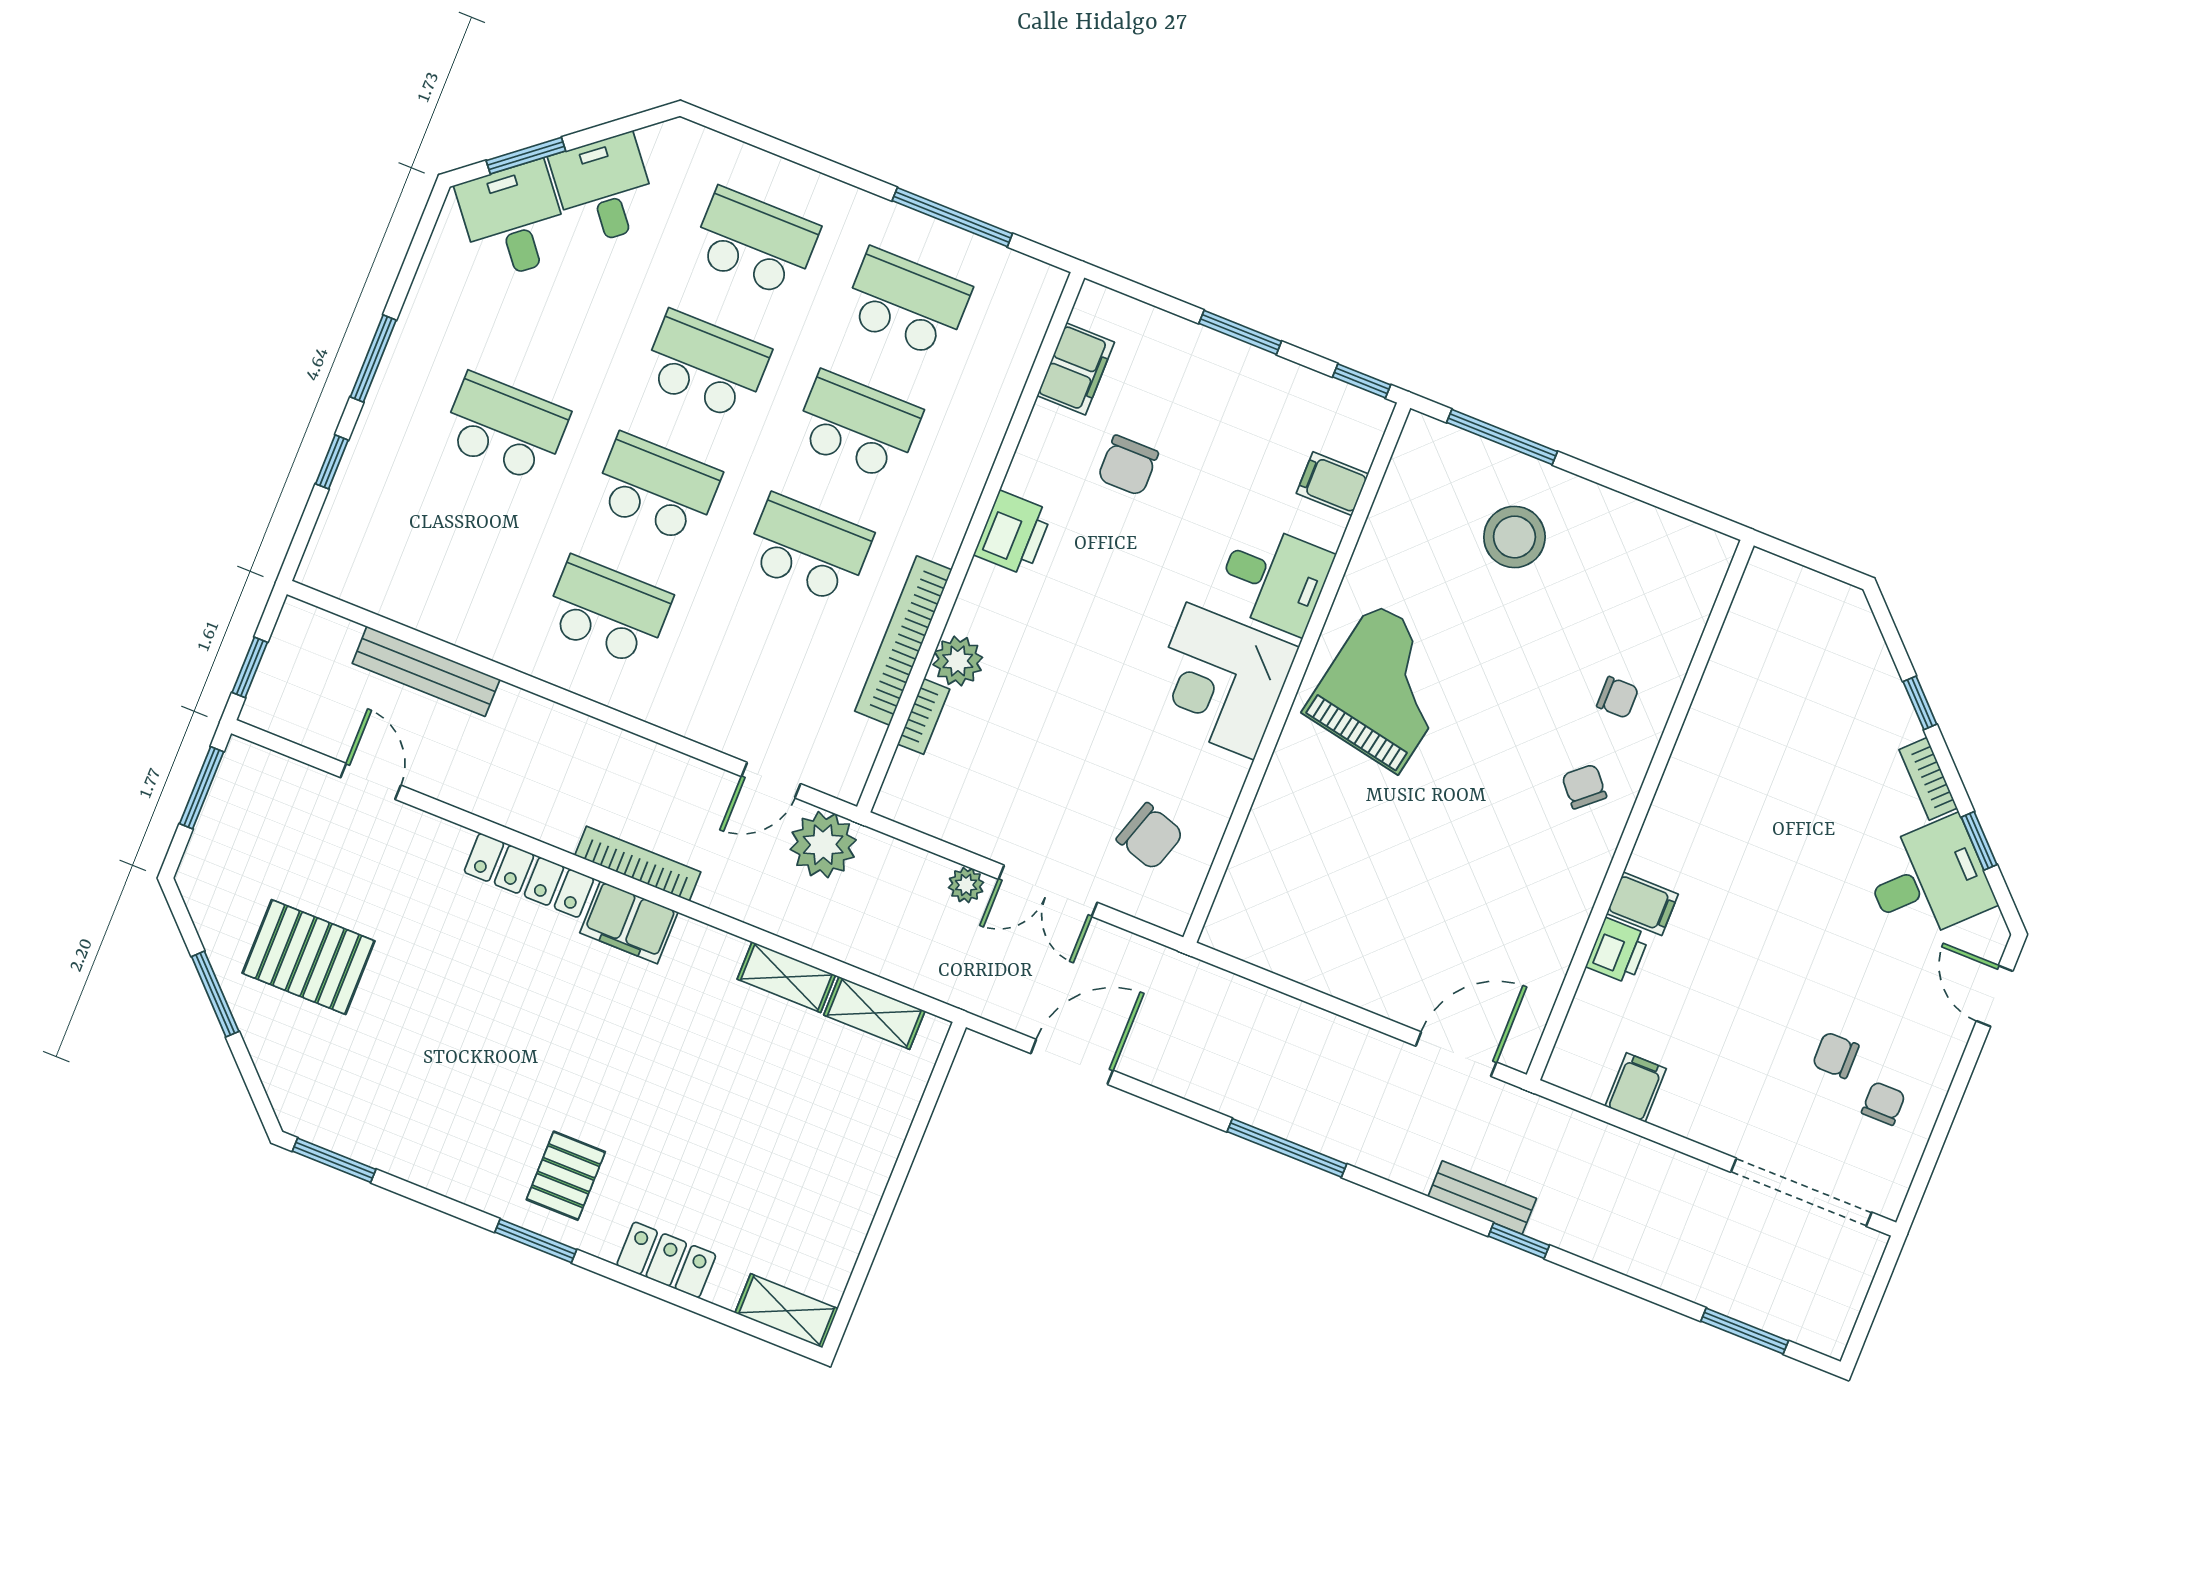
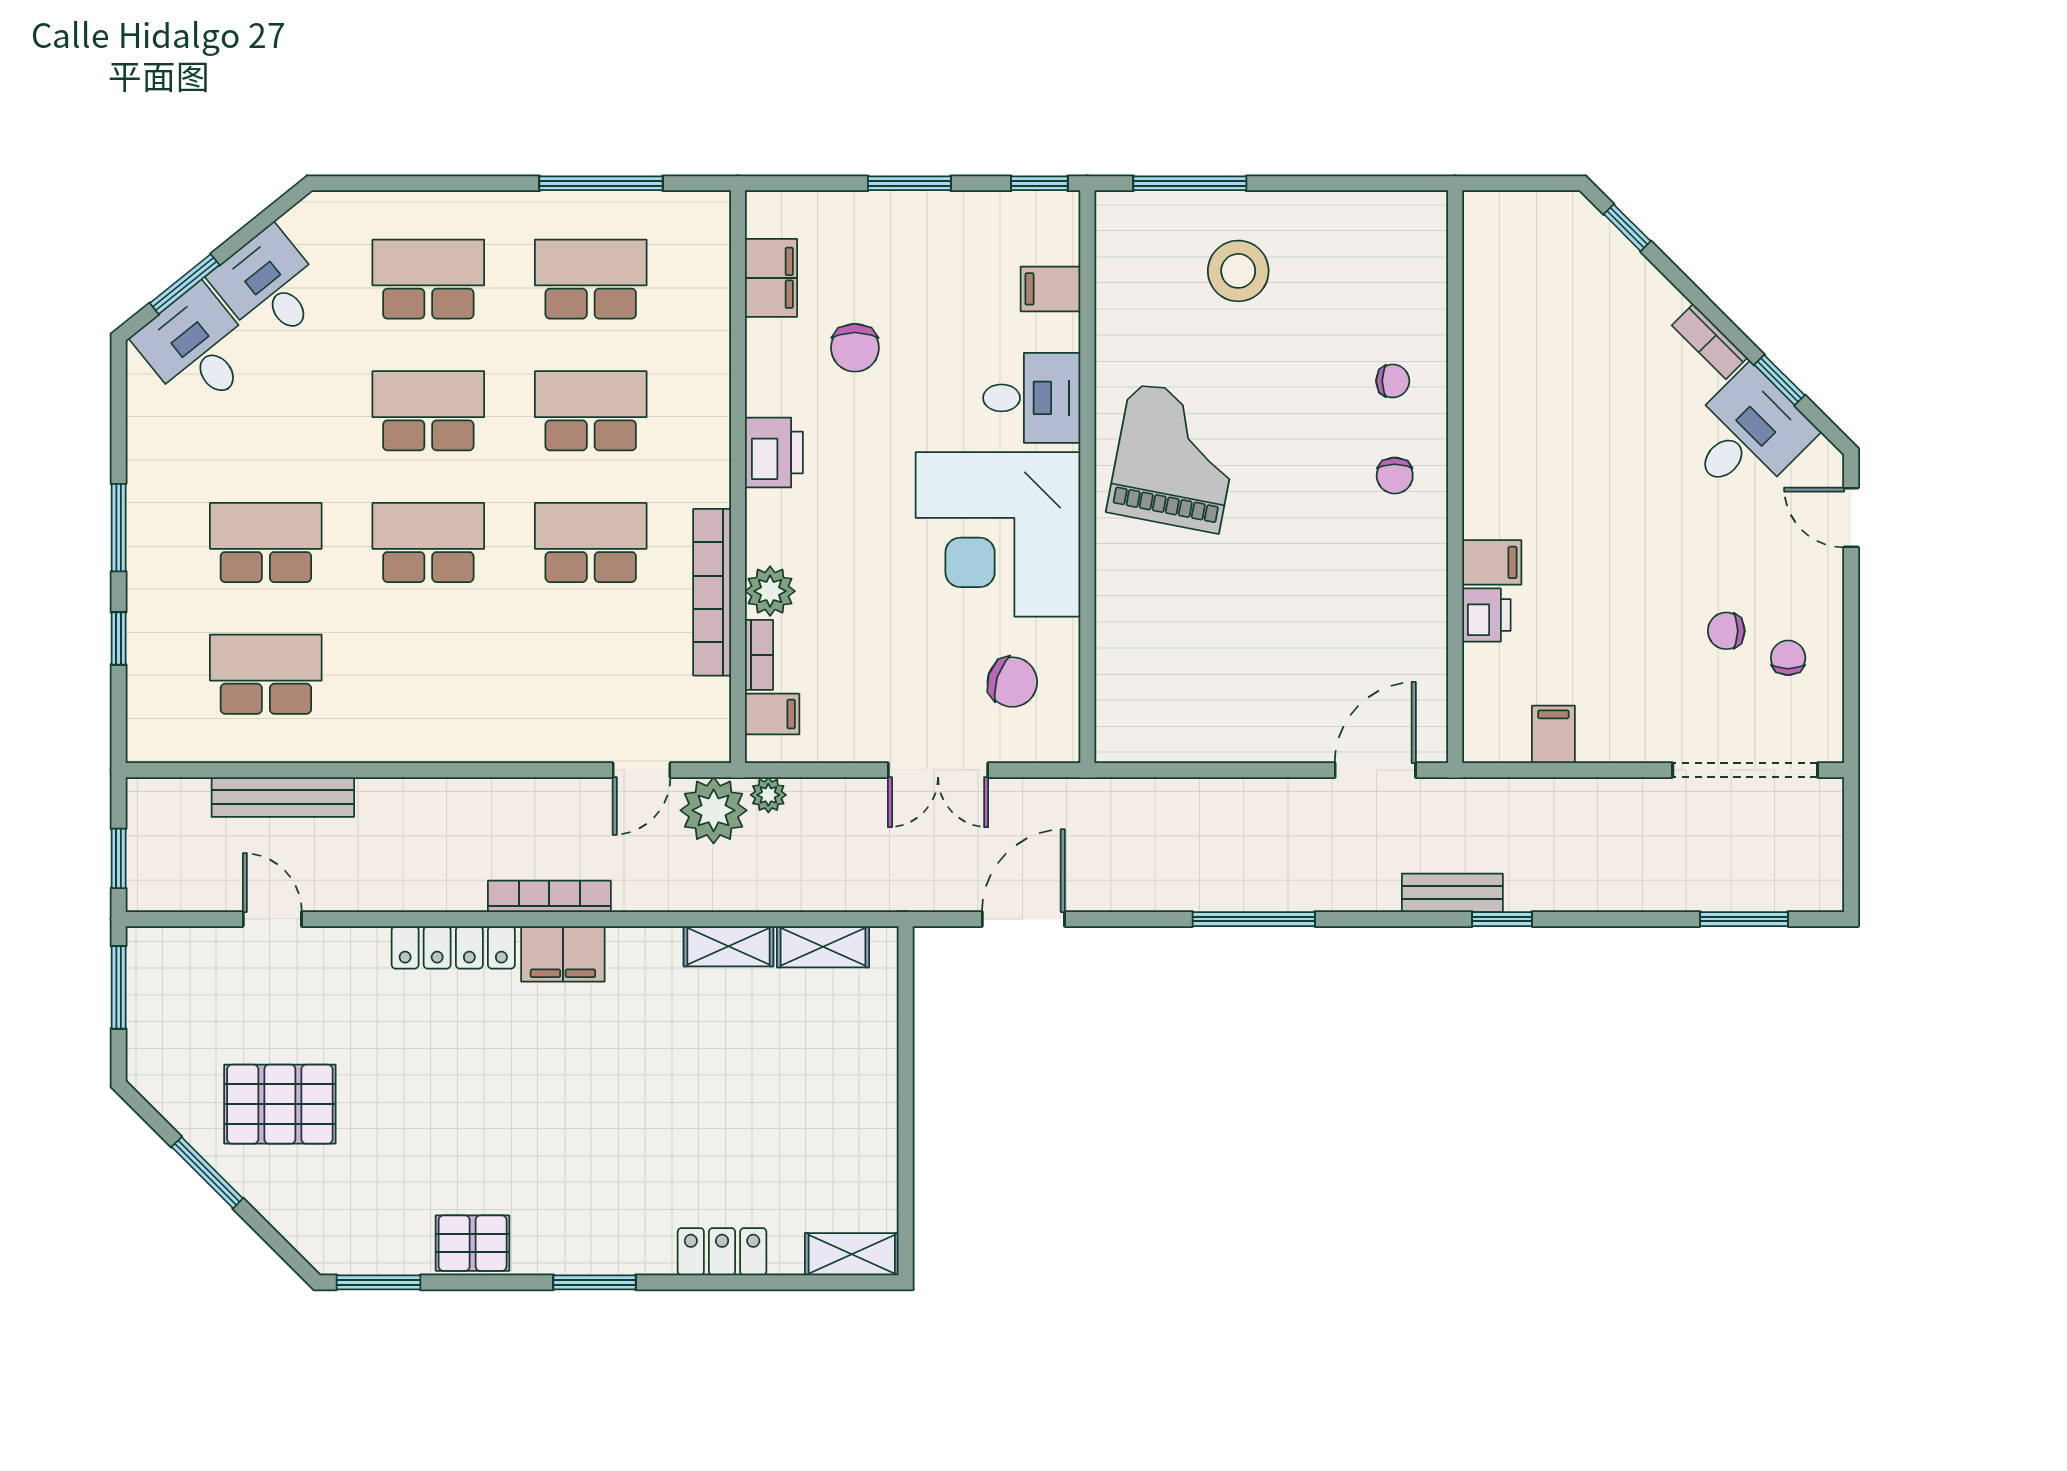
school desk: (608, 611) -> (266, 674), moved
corner desk: (1220, 681) -> (998, 534), width x1.36, depth x1.36
window: (1920, 703) -> (1627, 228), moved
filing cabinet: (914, 777) -> (772, 714), added
chair: (1584, 786) -> (1395, 476), turned -139
plant: (966, 885) -> (768, 795), moved
pallet: (566, 1176) -> (473, 1243), moved, turned 90

